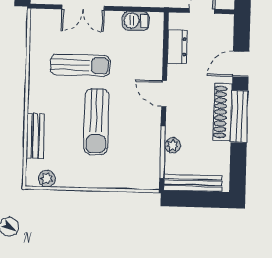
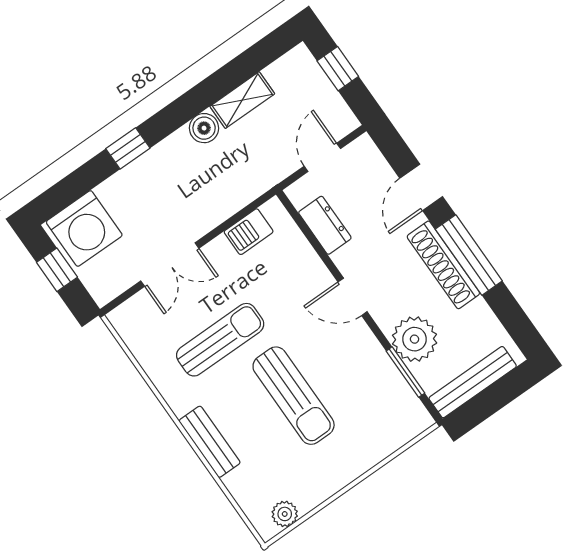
bench: (35, 136) -> (210, 442), moved
plant: (173, 145) -> (415, 339), width x1.88, depth x1.88
window: (162, 152) -> (405, 372), width x0.69

